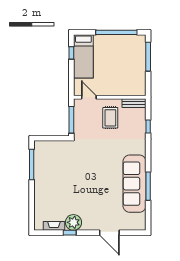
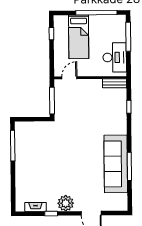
bed: (83, 56) -> (79, 37), moved
desk: (134, 77) -> (115, 57), added
door: (89, 97) -> (69, 78), hinge flipped
rug: (110, 118) -> (91, 98), removed
plant: (73, 222) -> (66, 203), moved

